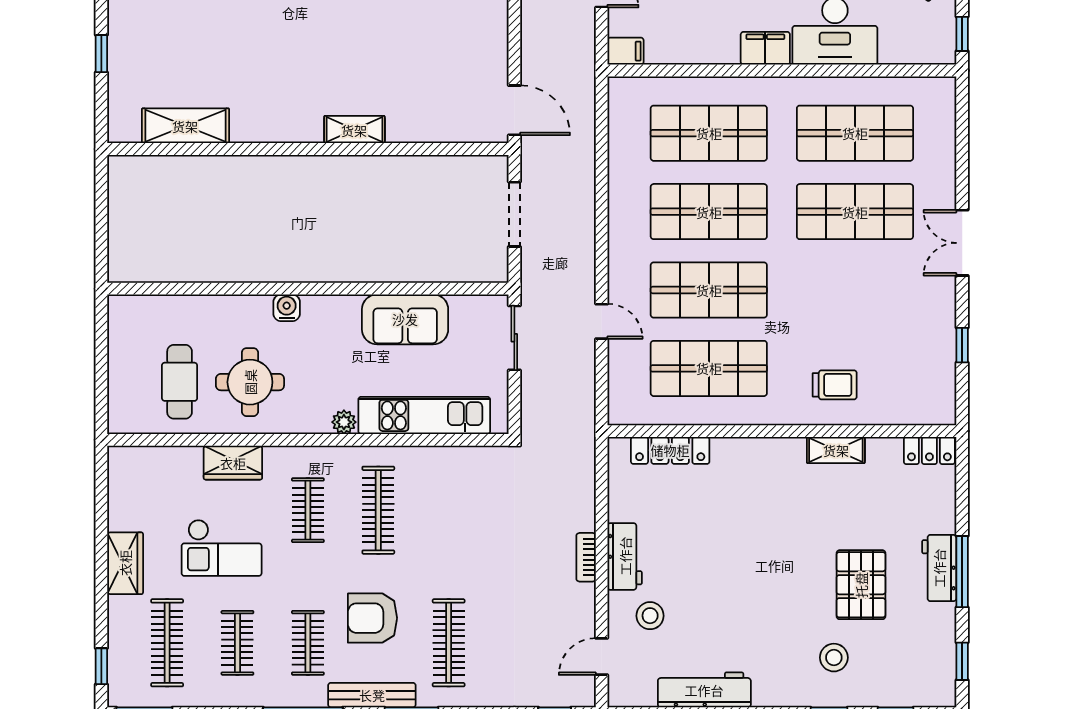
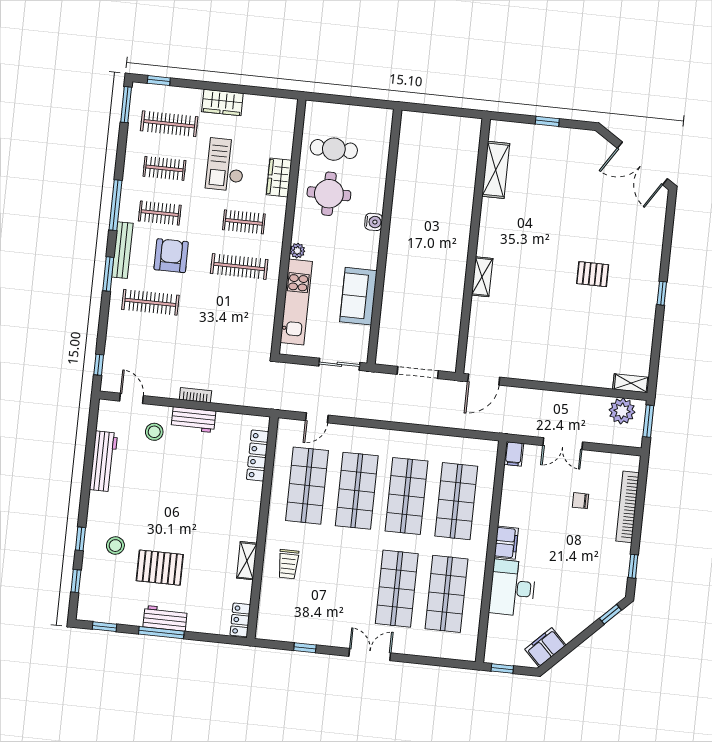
door: (602, 321) -> (317, 418), moved

